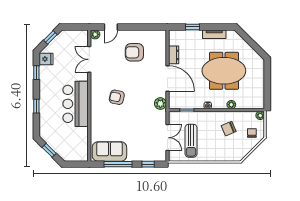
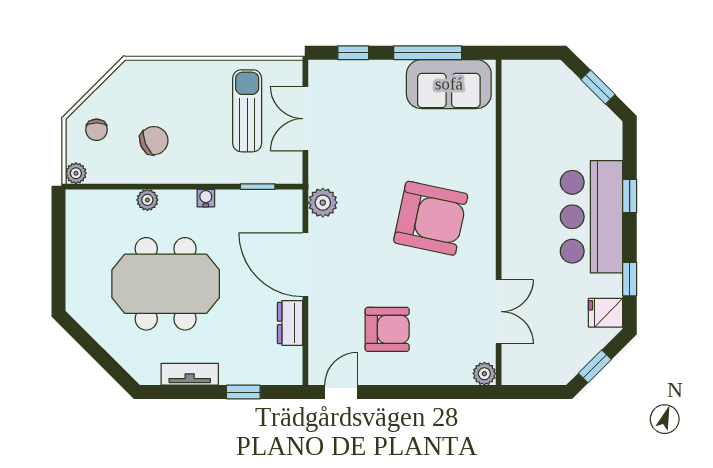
door: (111, 27) -> (341, 392), moved
armchair: (117, 97) -> (431, 218), width x1.88, depth x1.88
bar counter: (76, 104) -> (592, 217), moved, turned 180

